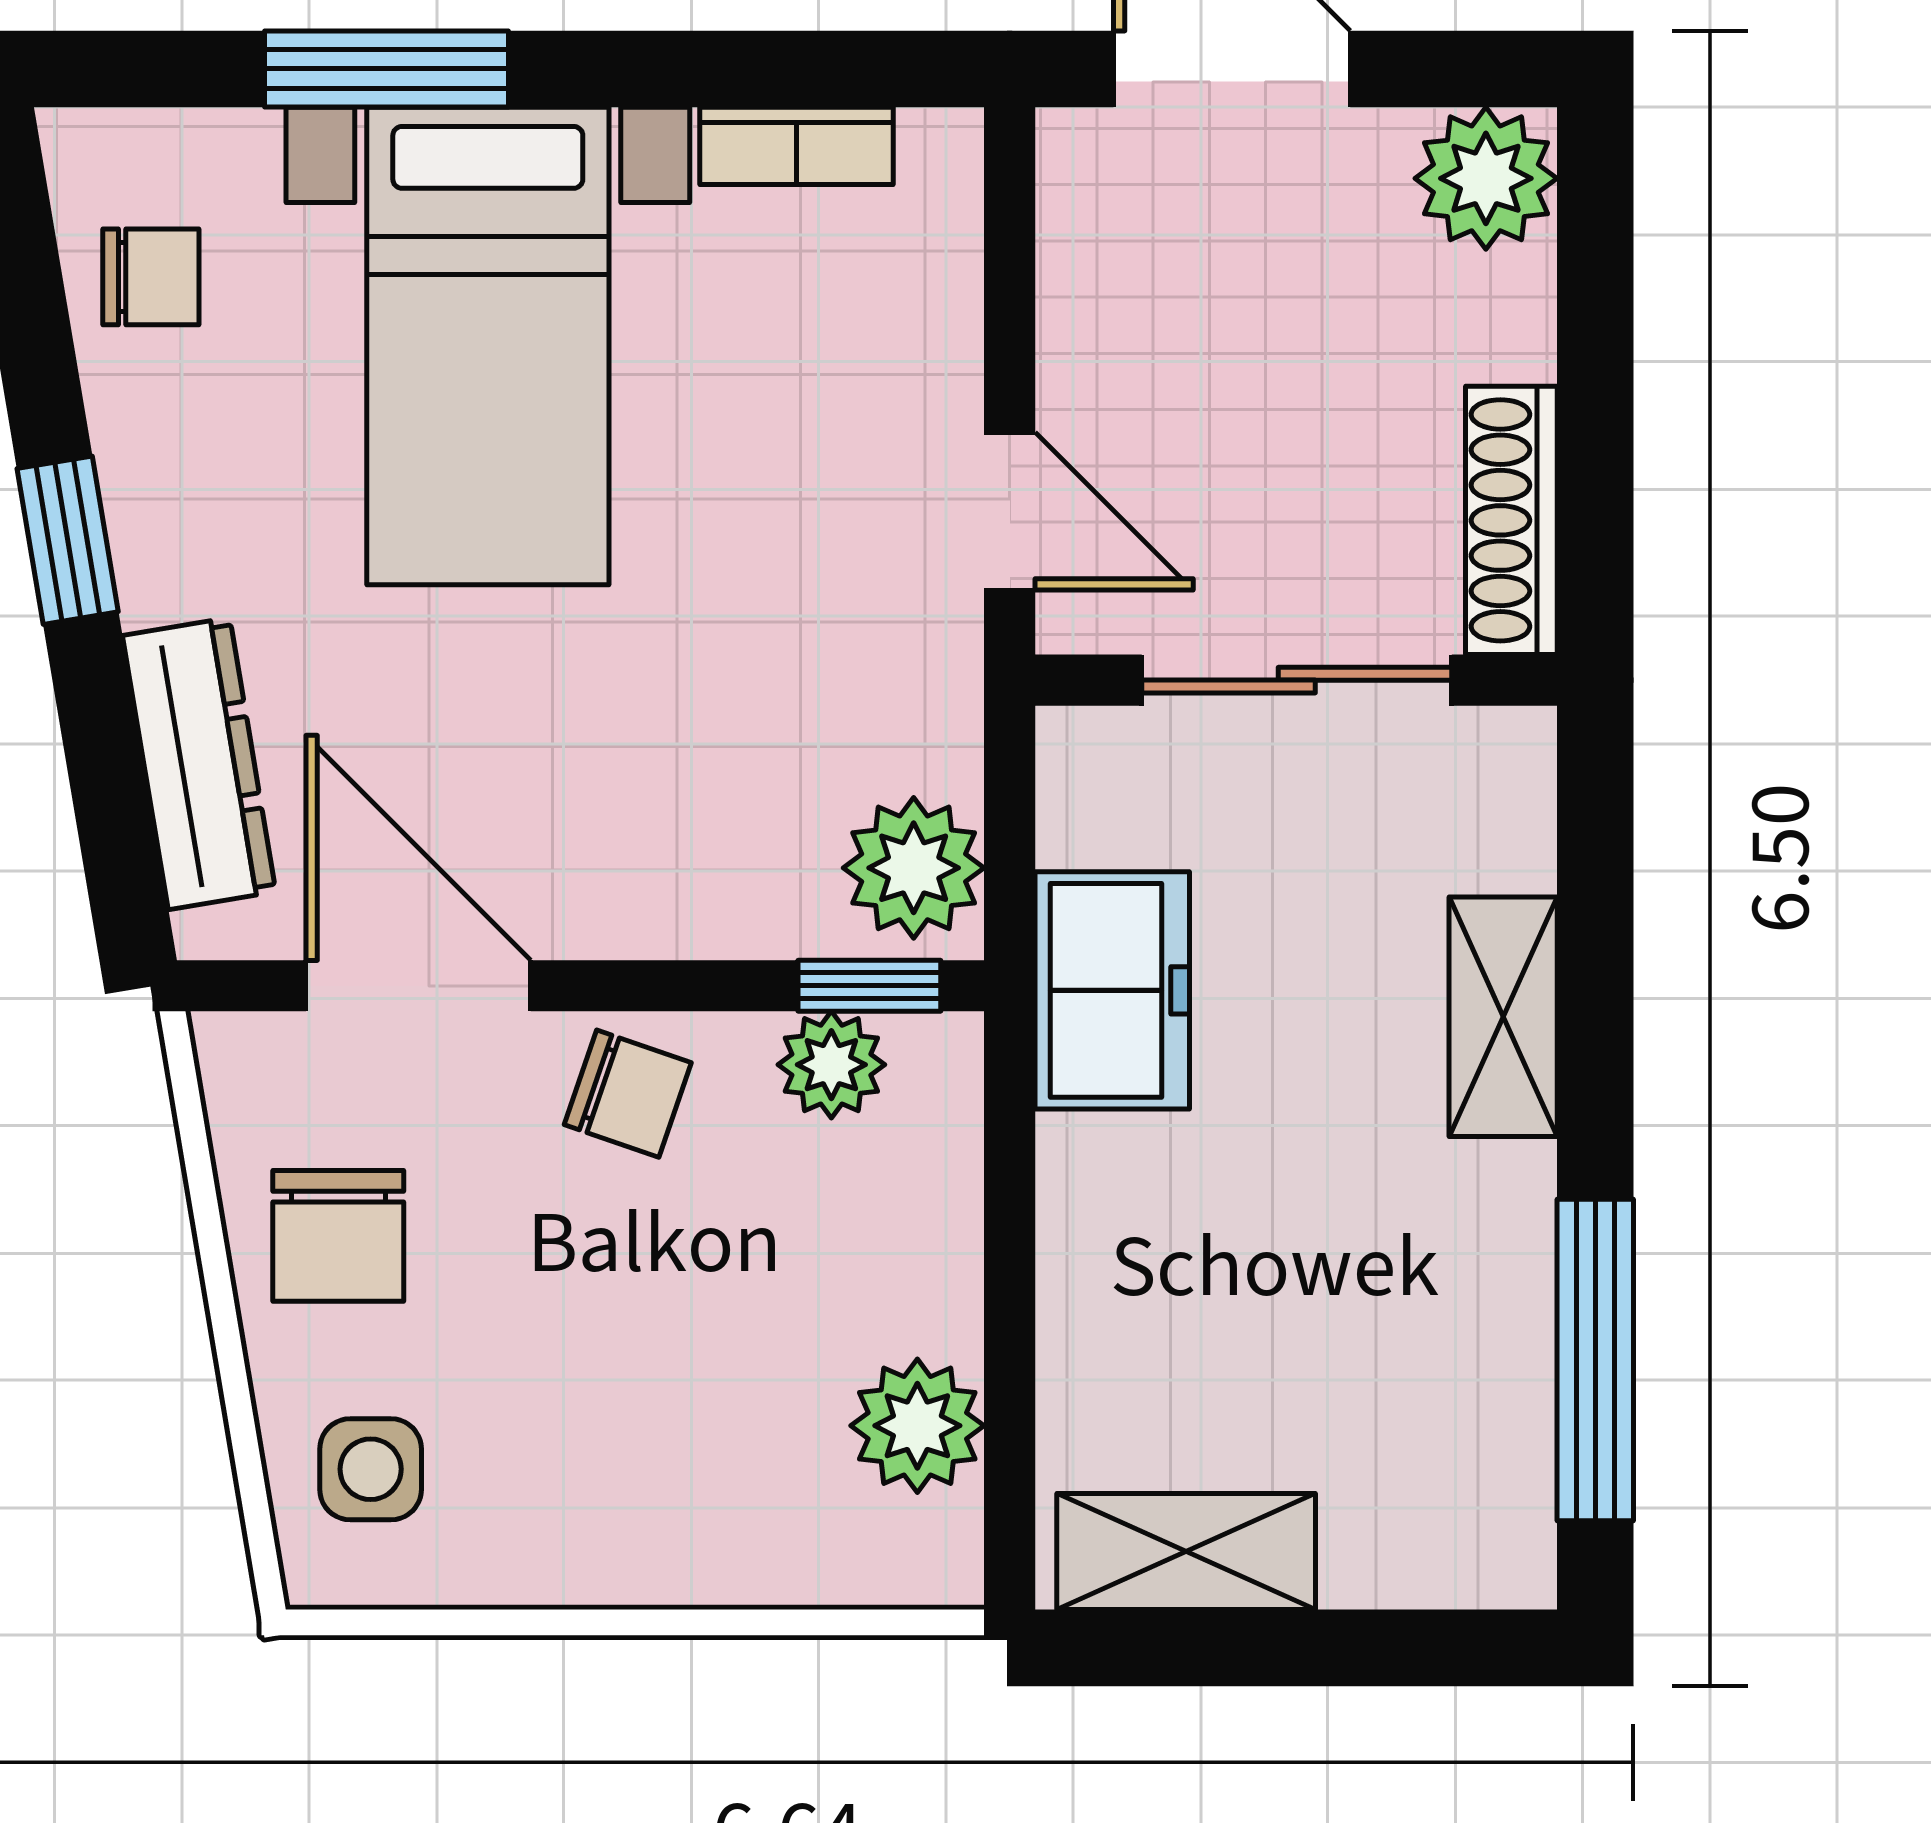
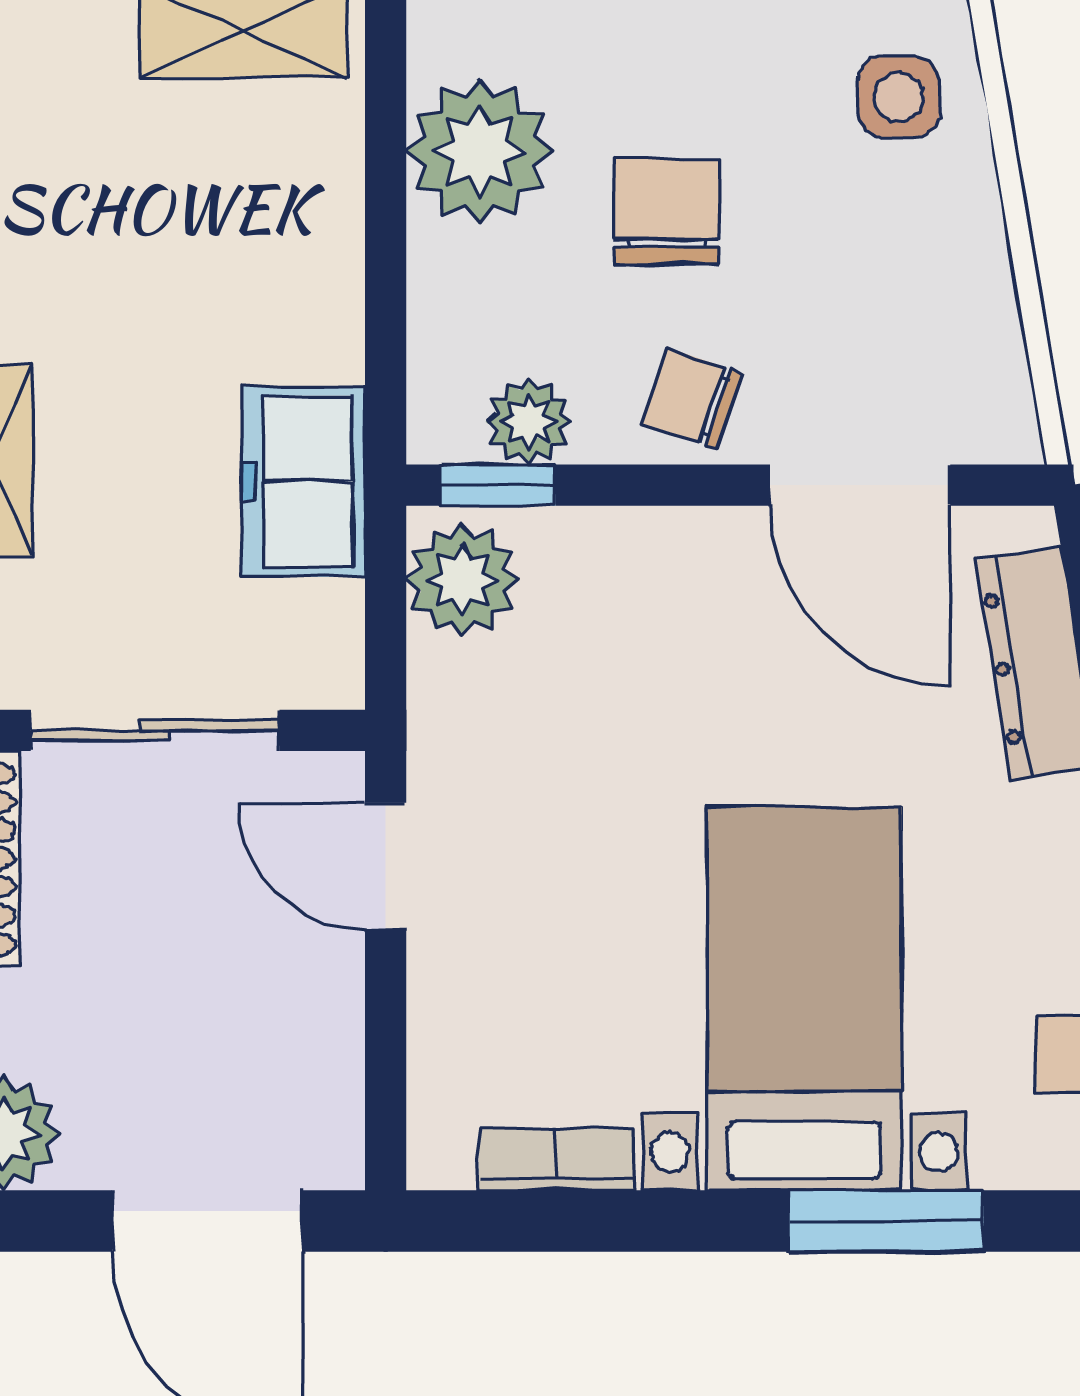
chair: (338, 1236) -> (667, 212), moved
plant: (917, 1426) -> (479, 151), width x1.36, depth x1.36

